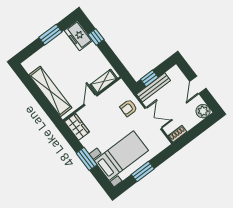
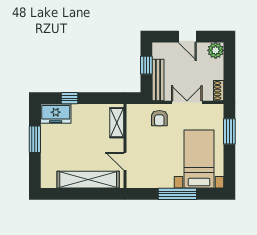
window: (149, 78) -> (146, 65), moved
door: (91, 100) -> (125, 161), moved
wardrobe: (77, 127) -> (140, 180), removed
window: (87, 159) -> (177, 194), width x1.44
window: (143, 172) -> (229, 131), moved

